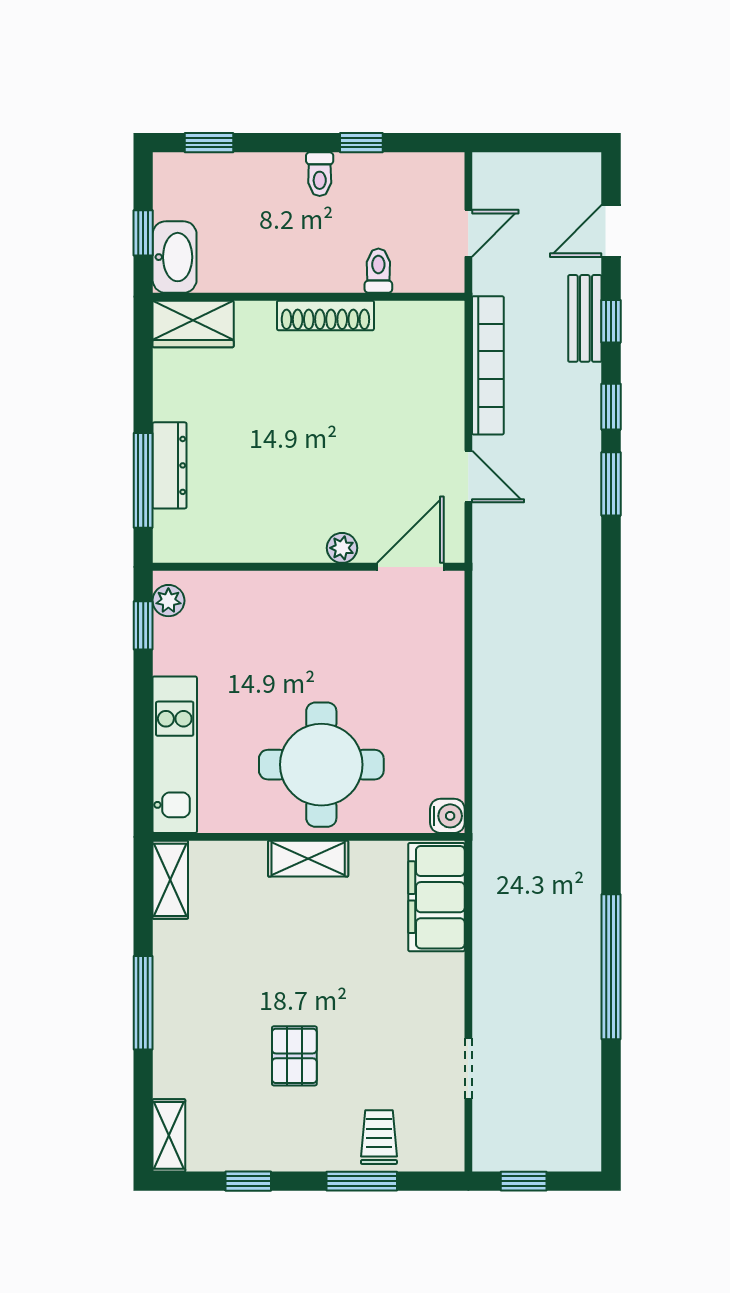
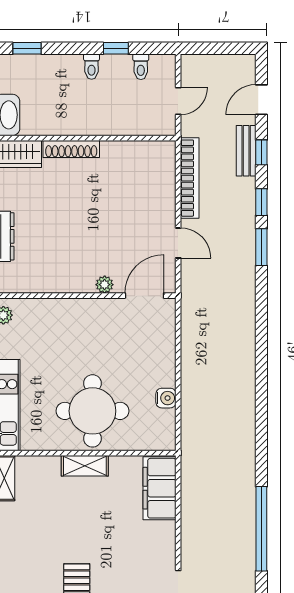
toilet: (378, 271) -> (141, 67), moved, turned 180
shoe rack: (325, 315) -> (71, 149), moved
water cooler: (447, 816) -> (166, 398), moved

